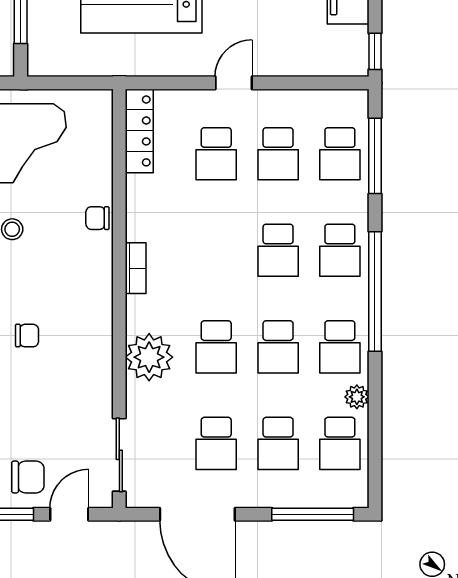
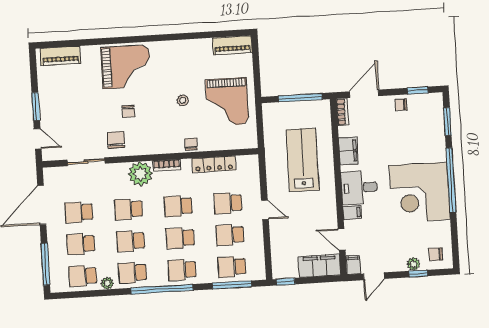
locker: (139, 131) -> (214, 164), moved
school desk: (216, 250) -> (178, 206), added
plant: (149, 357) -> (140, 174), moved
sliding door: (119, 455) -> (86, 162), moved
chair: (28, 477) -> (116, 140), moved, turned 180

